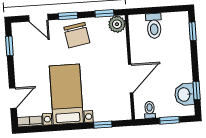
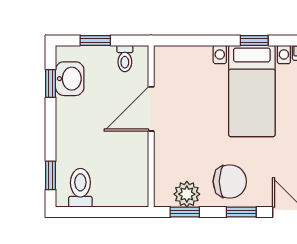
plant: (117, 24) -> (187, 194), moved
toilet: (154, 26) -> (80, 188), moved
chair: (77, 35) -> (230, 181), turned 100
window: (103, 125) -> (254, 40), moved

